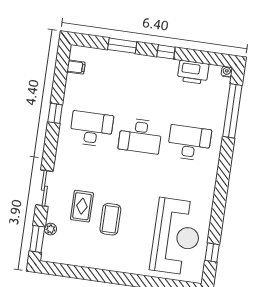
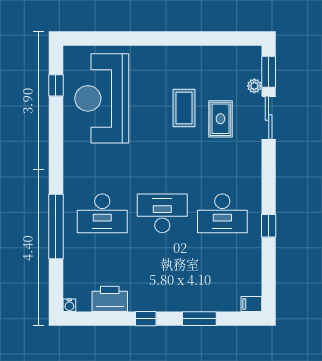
filing cabinet: (76, 67) -> (251, 304), moved
window: (232, 111) -> (56, 226), moved
sliding door: (44, 188) -> (269, 118), moved

